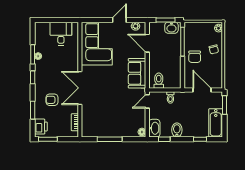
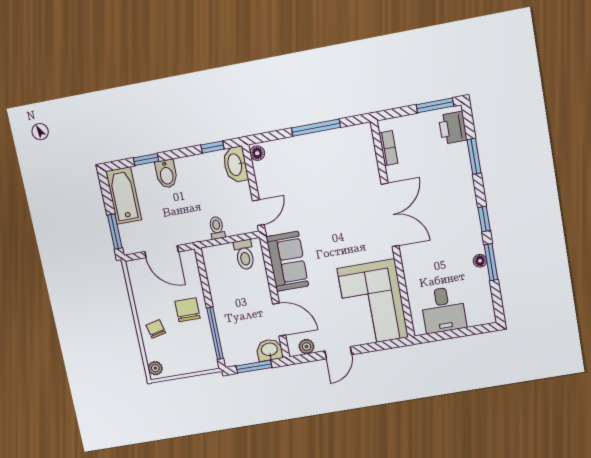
washbasin: (171, 28) -> (269, 350), moved
armchair: (52, 100) -> (440, 183), removed
bidet: (177, 130) -> (166, 174), moved

